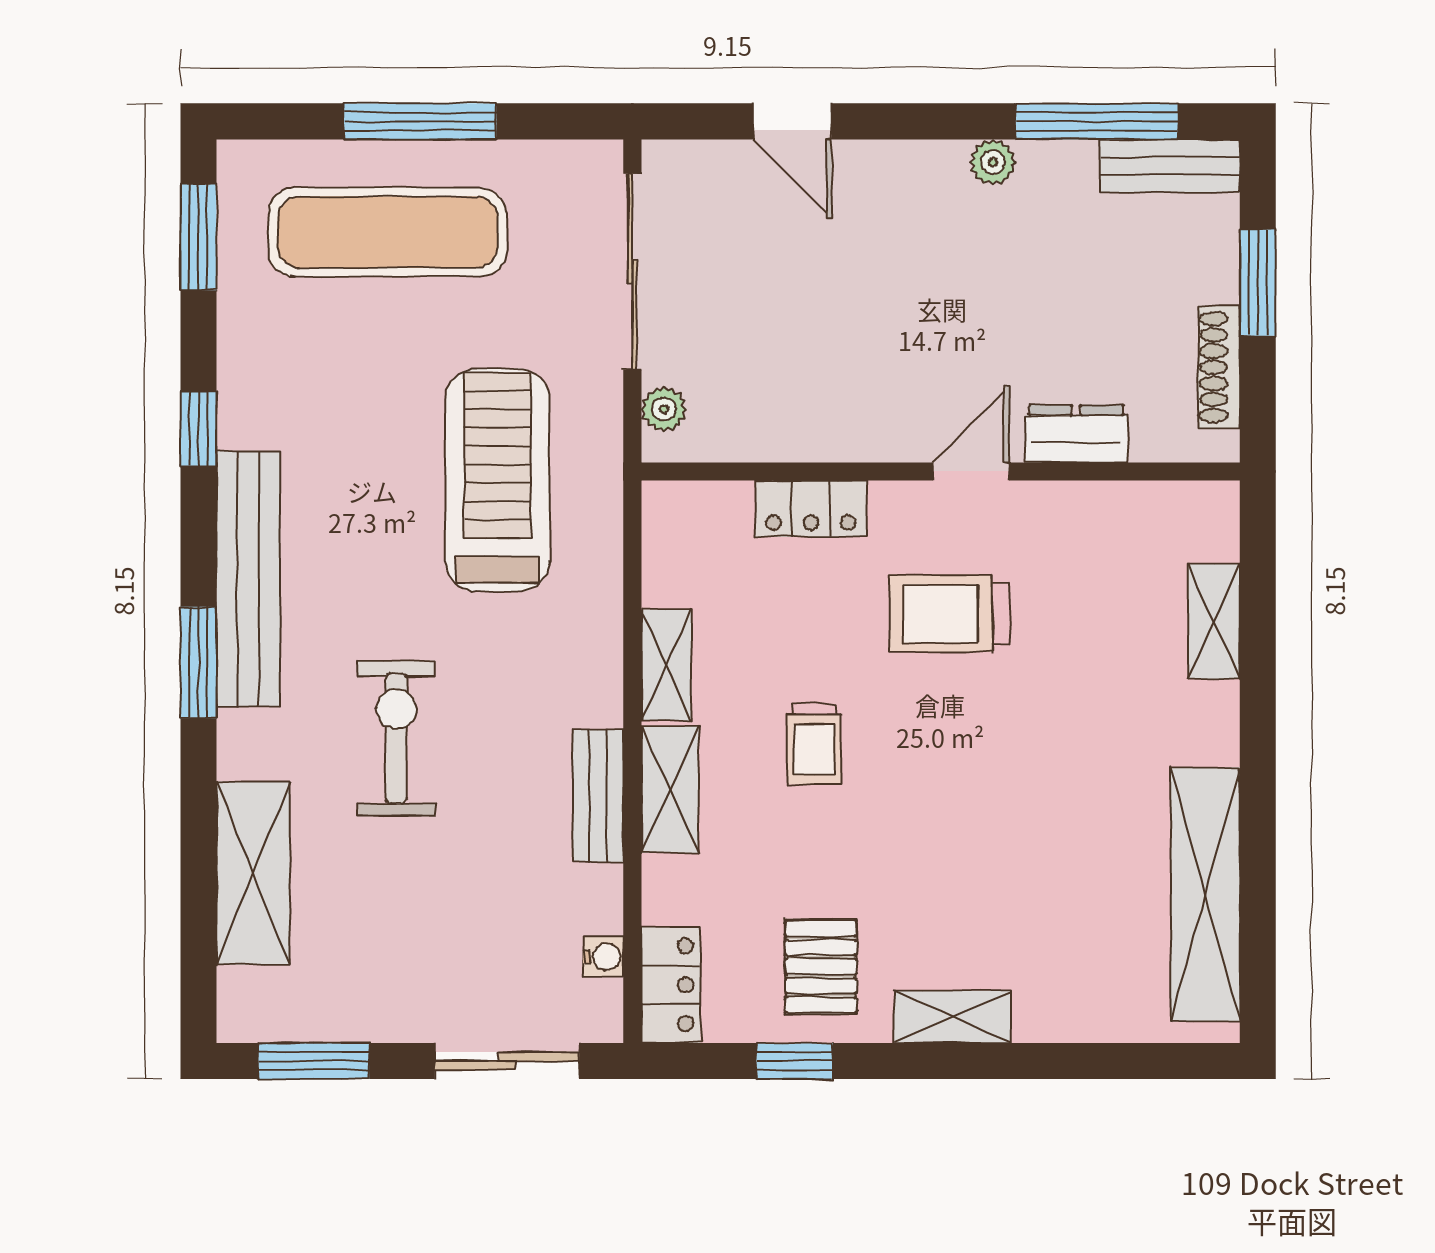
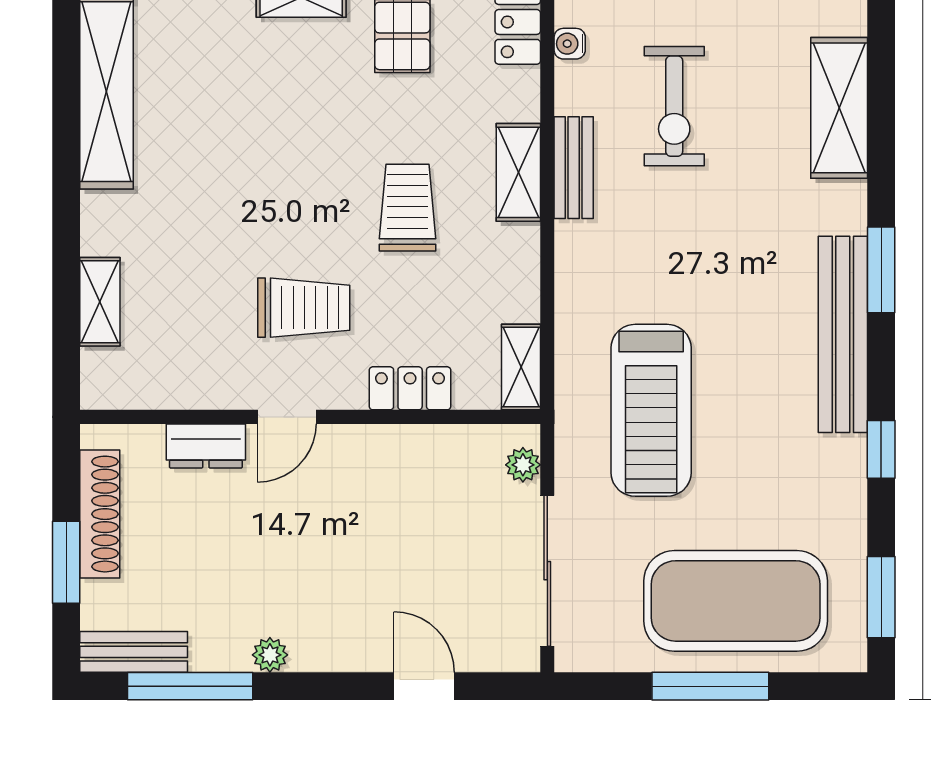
exercise mat: (388, 232) -> (736, 601), width x1.47
shoe rack: (1219, 367) -> (100, 514), width x1.36, depth x1.24
shelving: (666, 665) -> (521, 367), moved
exercise bike: (396, 738) -> (674, 106), moved
trolley: (814, 744) -> (408, 208), width x1.36, depth x1.39

